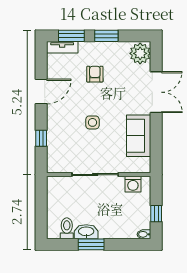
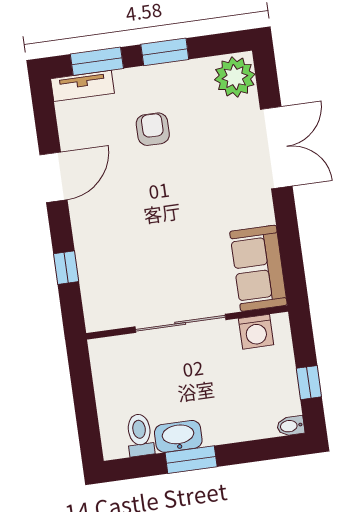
side table: (92, 122) -> (161, 223), removed
sofa: (139, 136) -> (258, 268), moved

